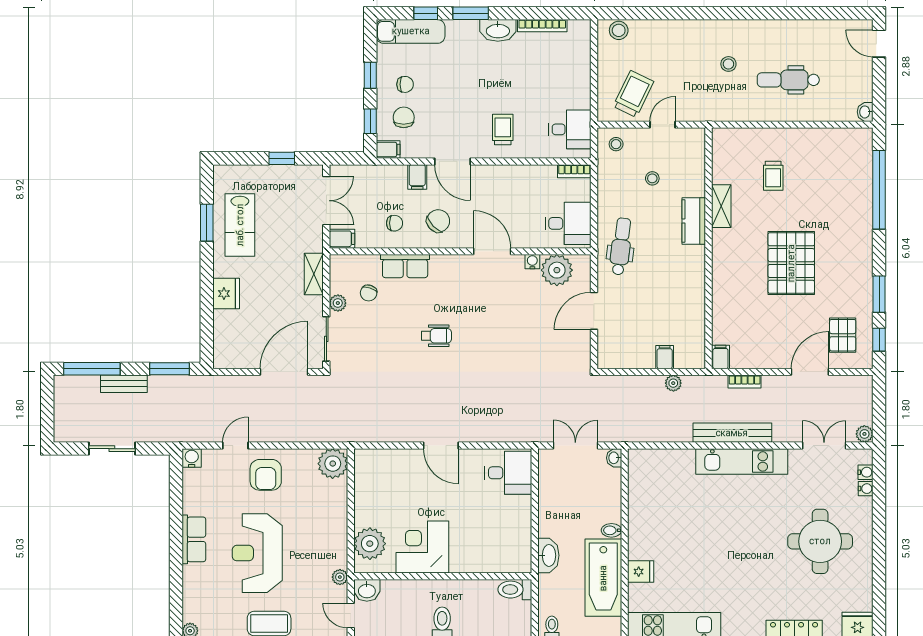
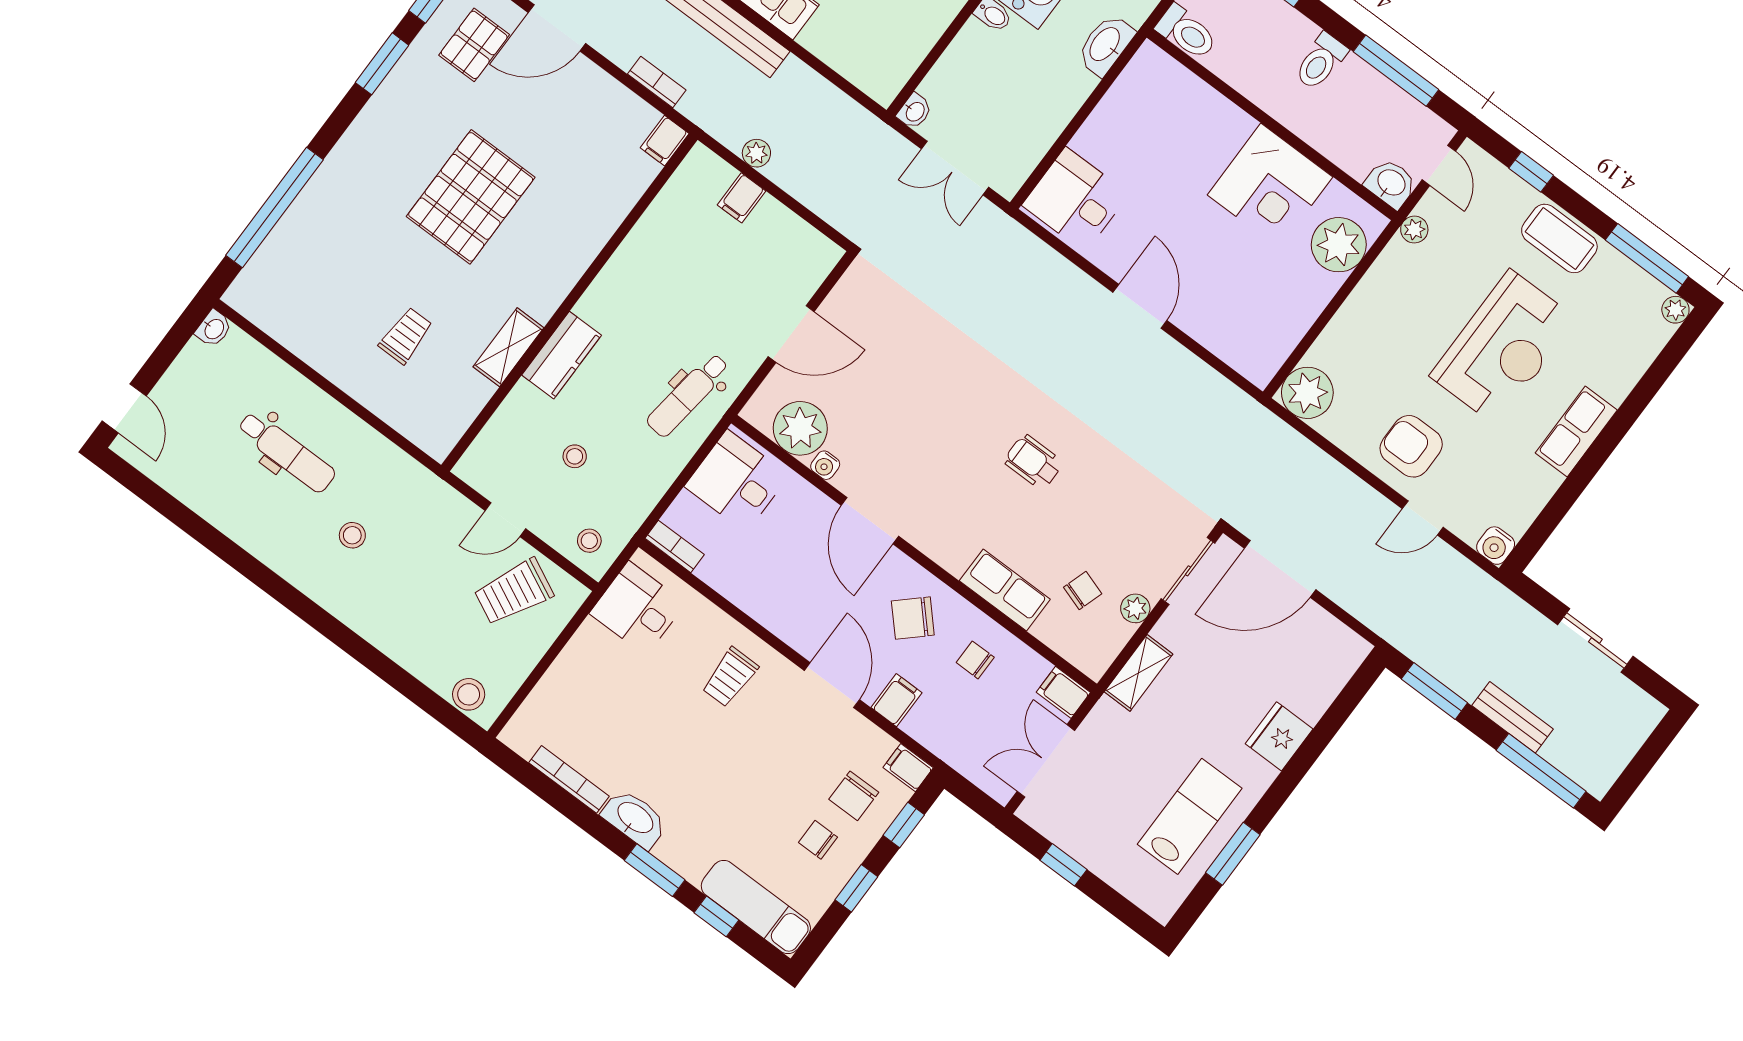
armchair: (266, 475) -> (1411, 446), turned -90

